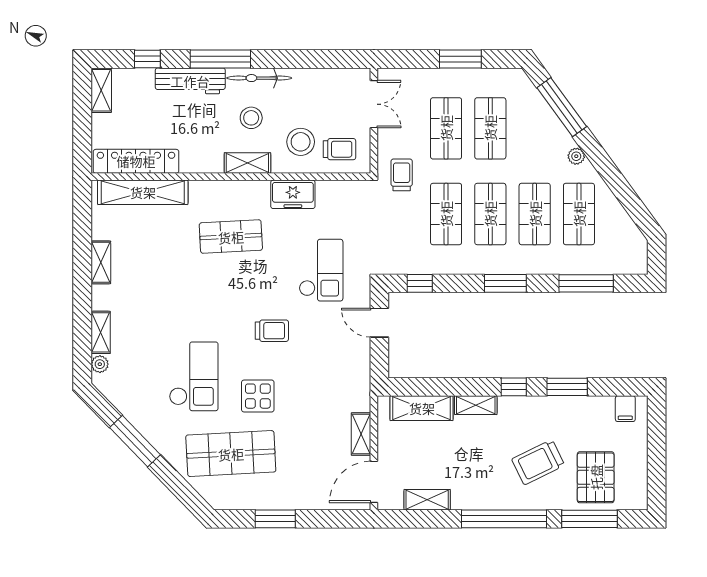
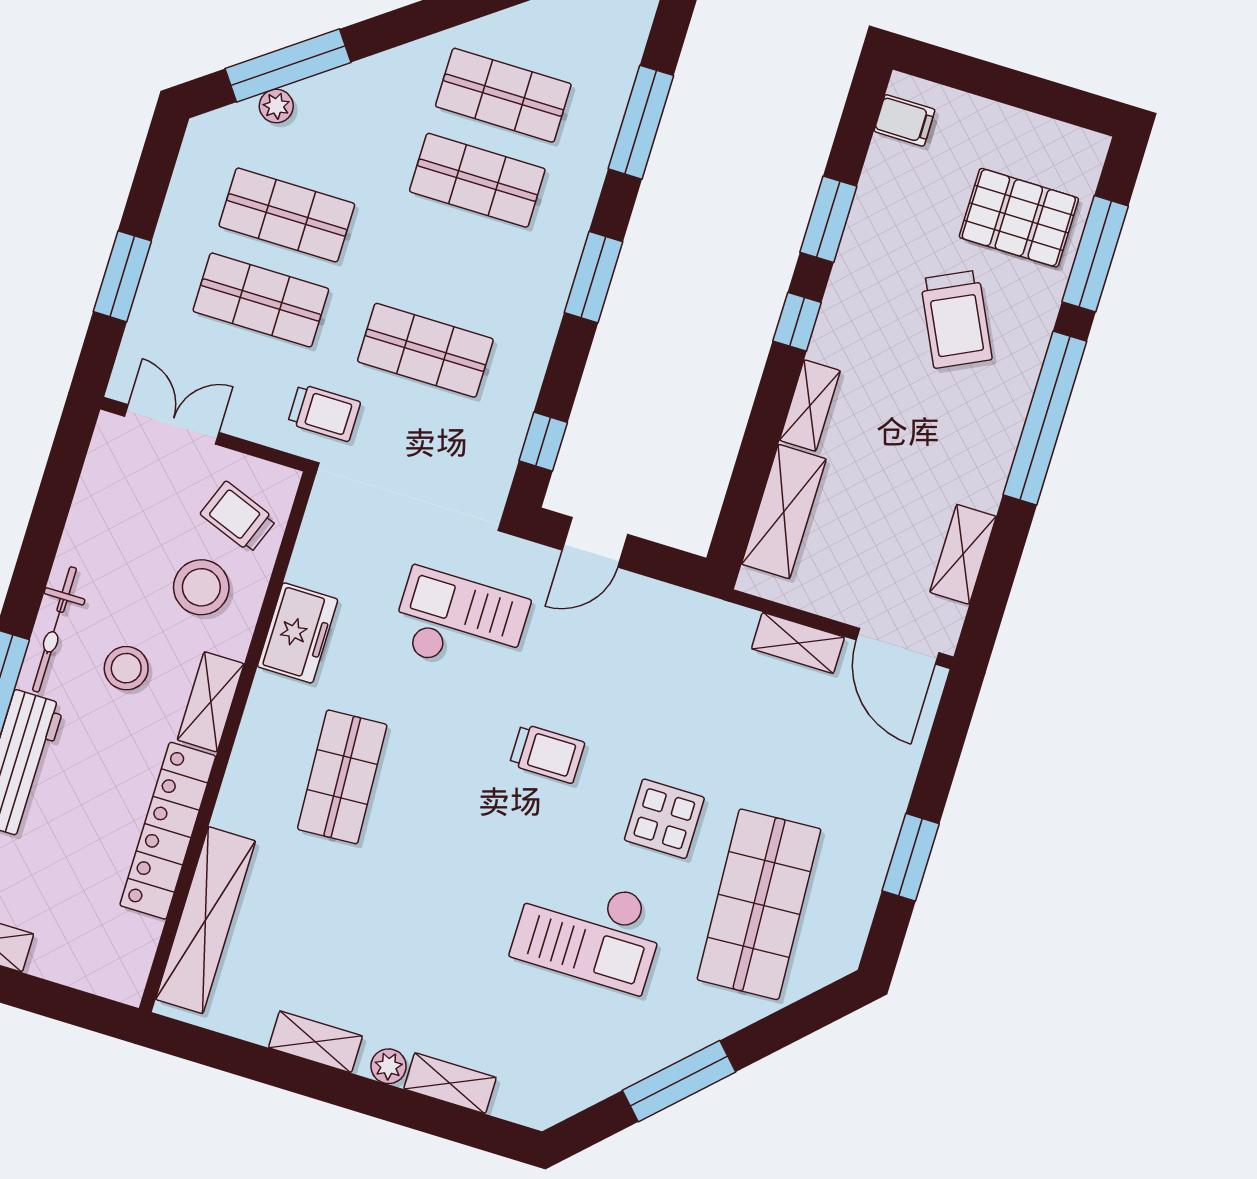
window: (460, 59) -> (122, 276), moved
trolley: (339, 149) -> (238, 517), turned -69
plant: (576, 156) -> (276, 106), moved
locker: (136, 161) -> (168, 831), moved
trolley: (402, 175) -> (324, 413), turned 180
shop shelf: (490, 214) -> (451, 265), removed
trolley: (272, 331) -> (547, 754), turned 90
plant: (100, 364) -> (389, 1066), moved
checkout: (194, 376) -> (589, 930), turned 180

